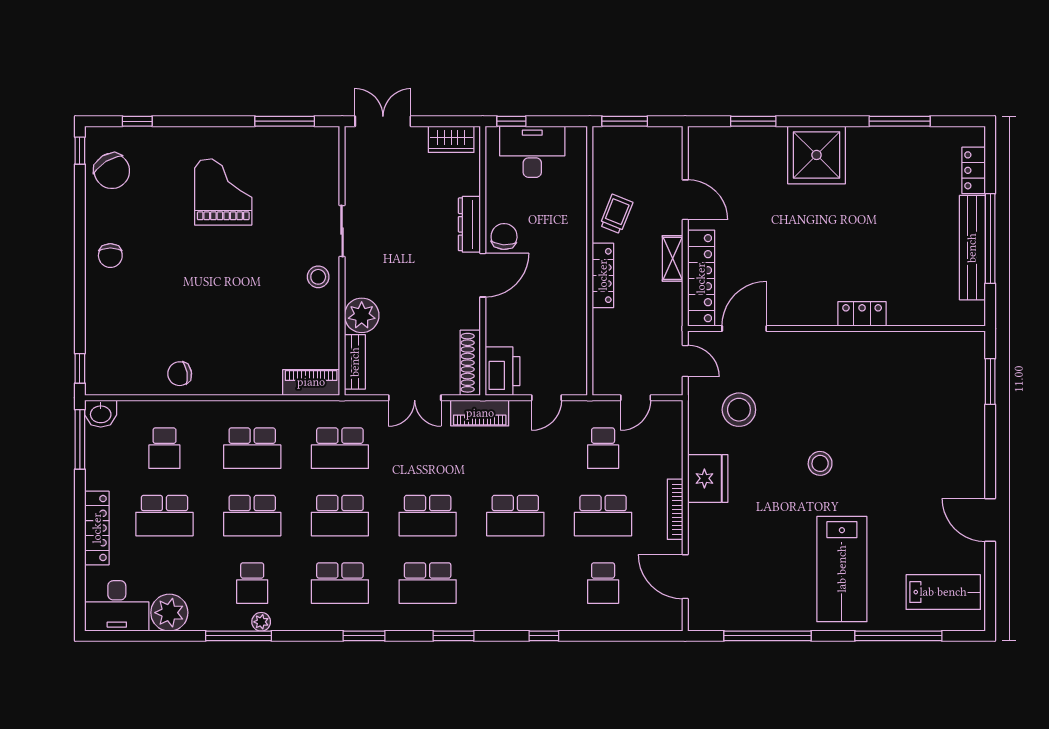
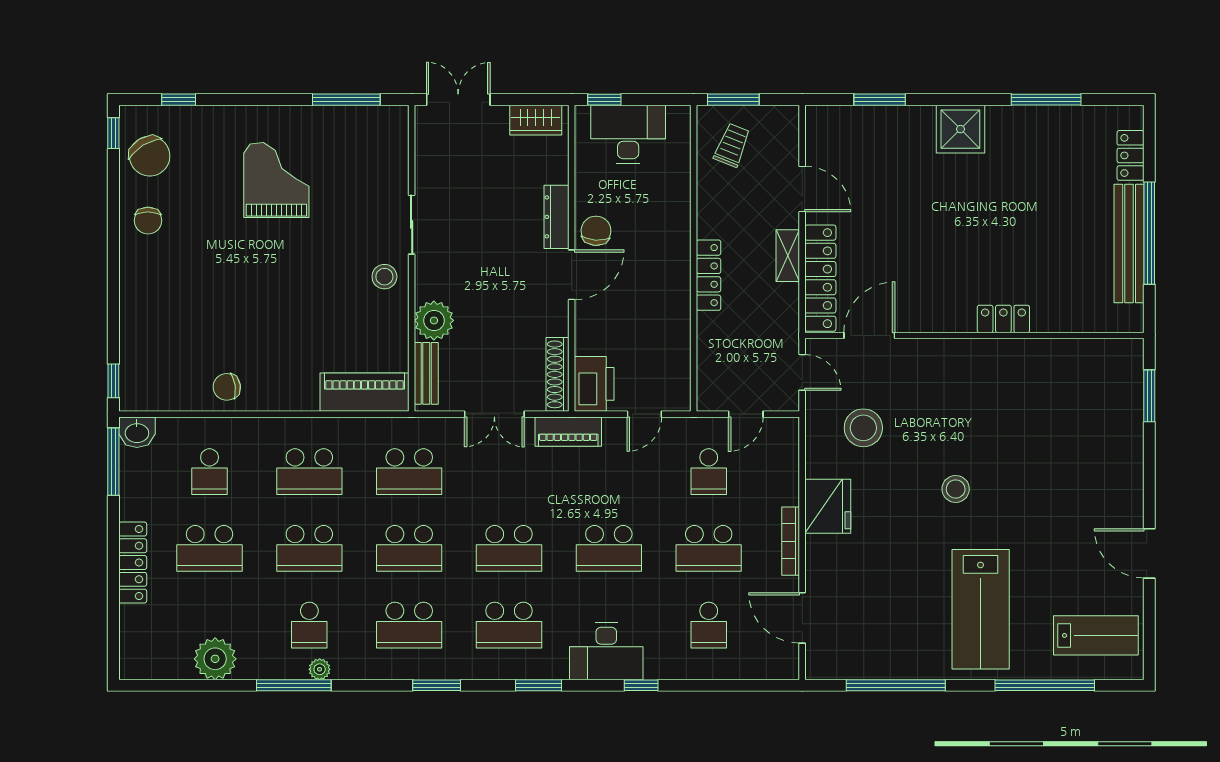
shower: (817, 155) -> (960, 129), width x0.73, depth x0.73
trolley: (616, 214) -> (732, 145), moved
chair: (110, 256) -> (148, 221), moved
piano: (311, 382) -> (364, 392), width x1.37, depth x1.33
desk: (117, 606) -> (606, 651), moved

